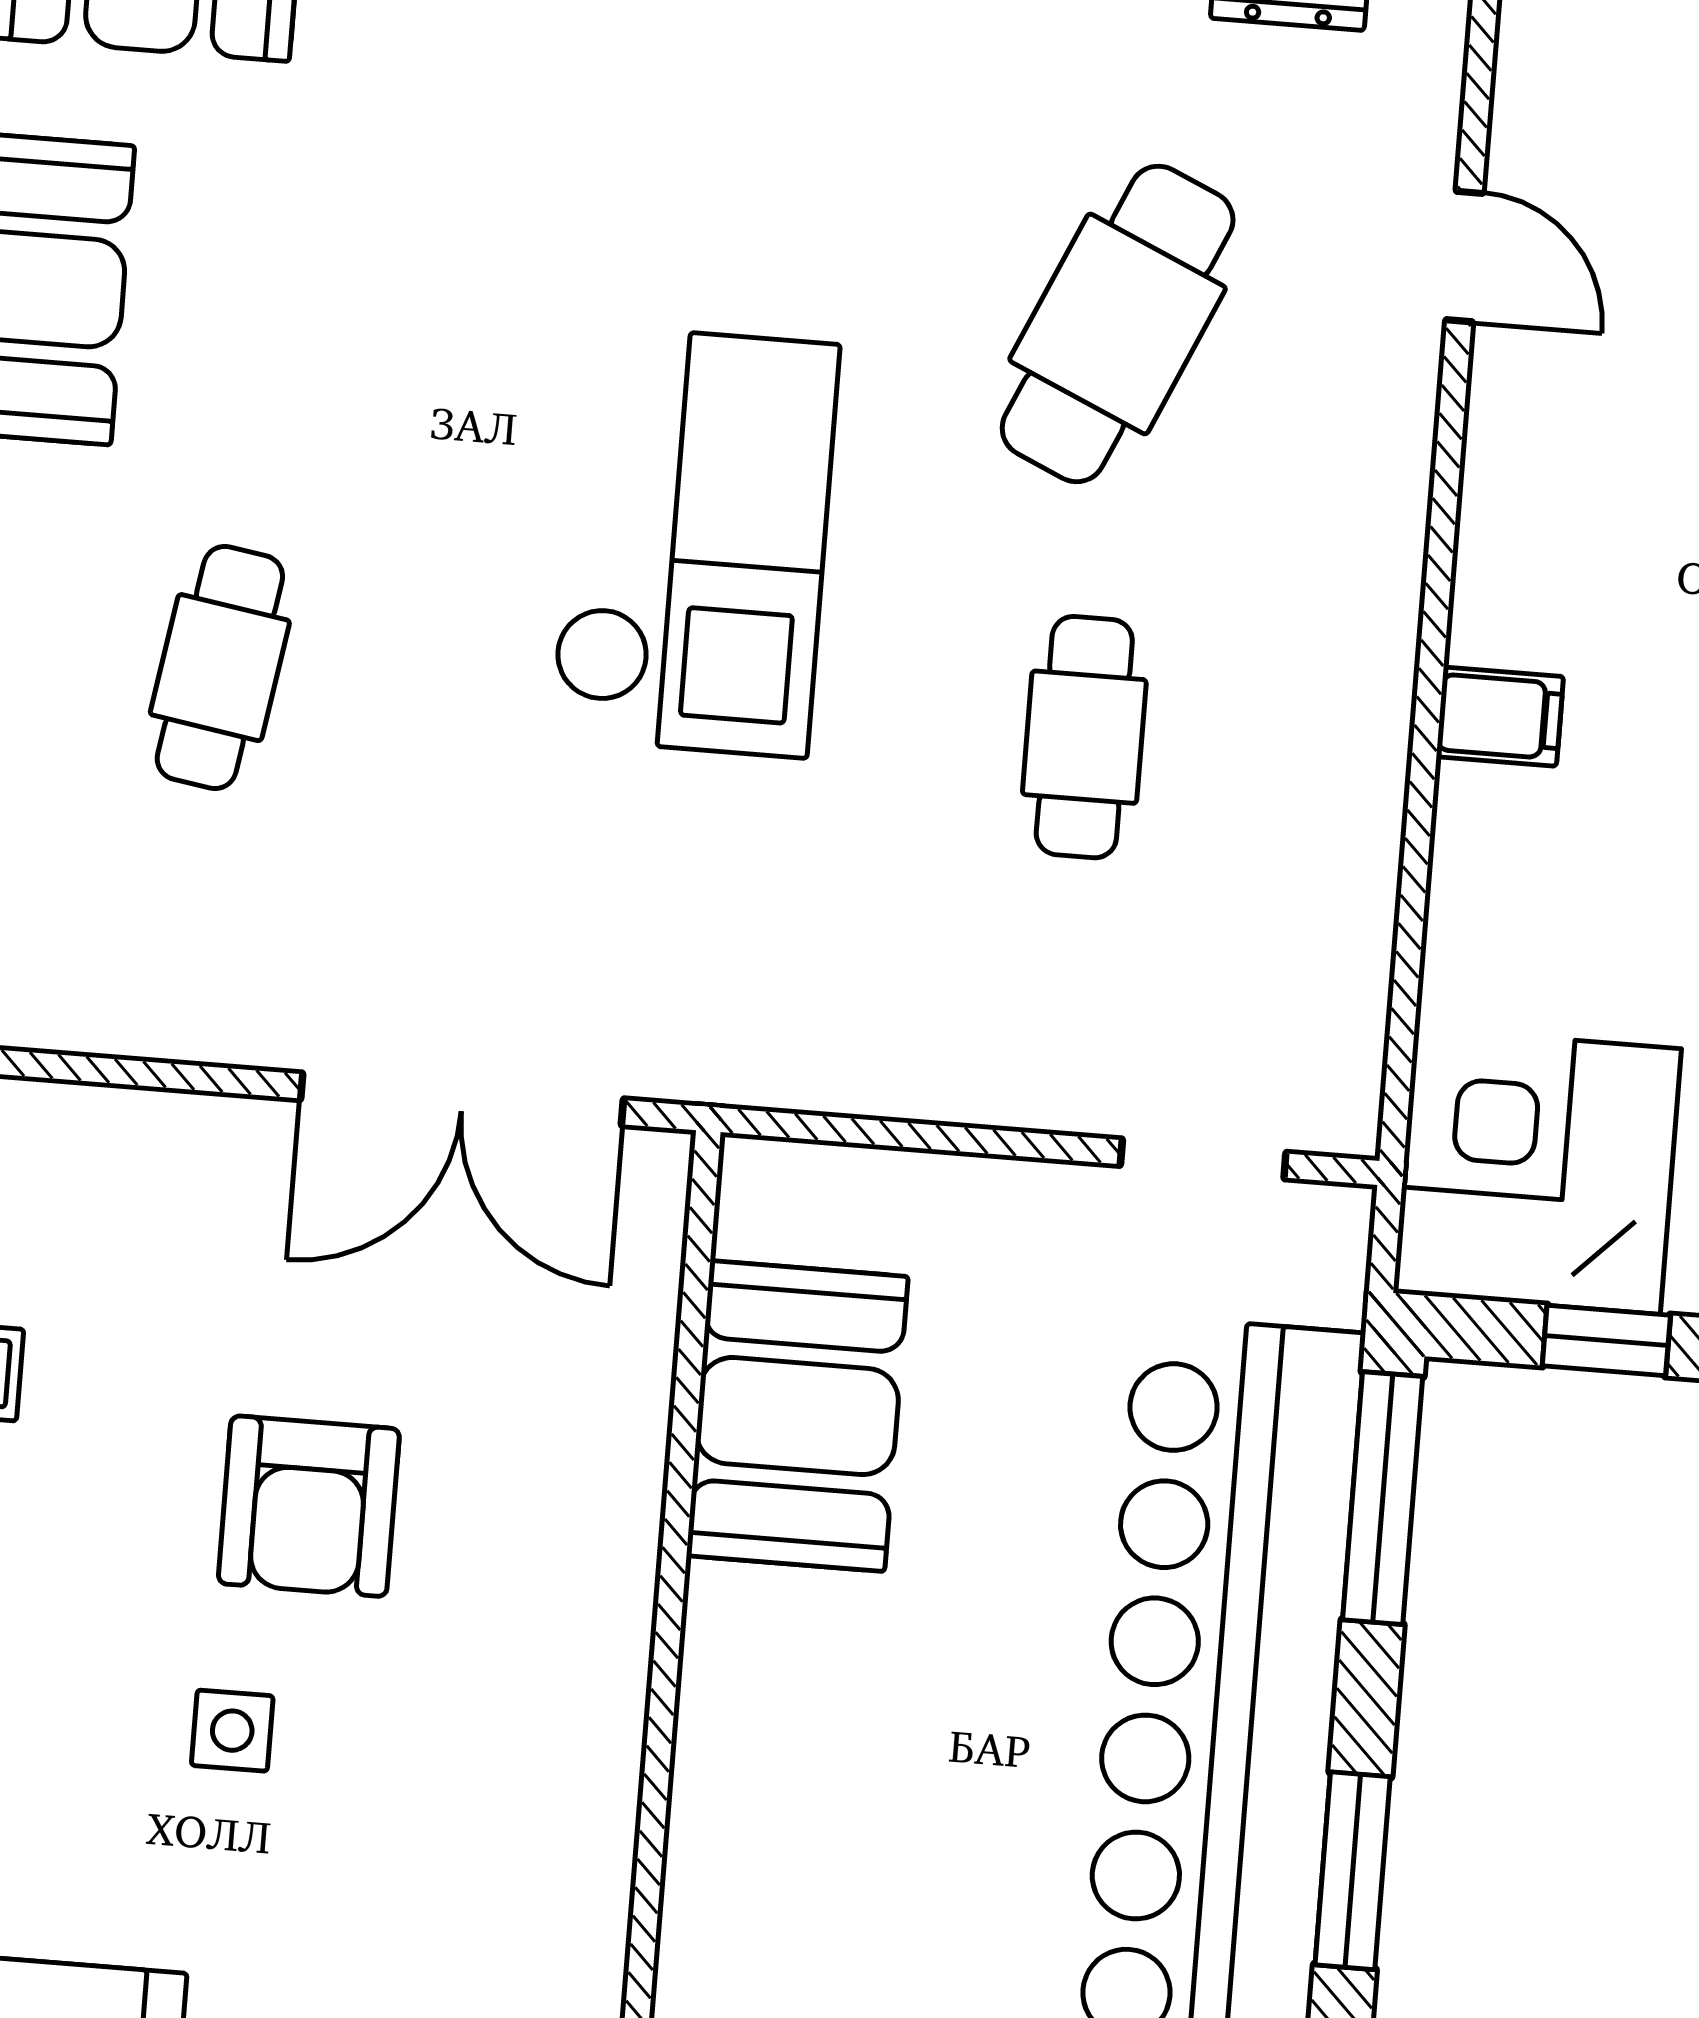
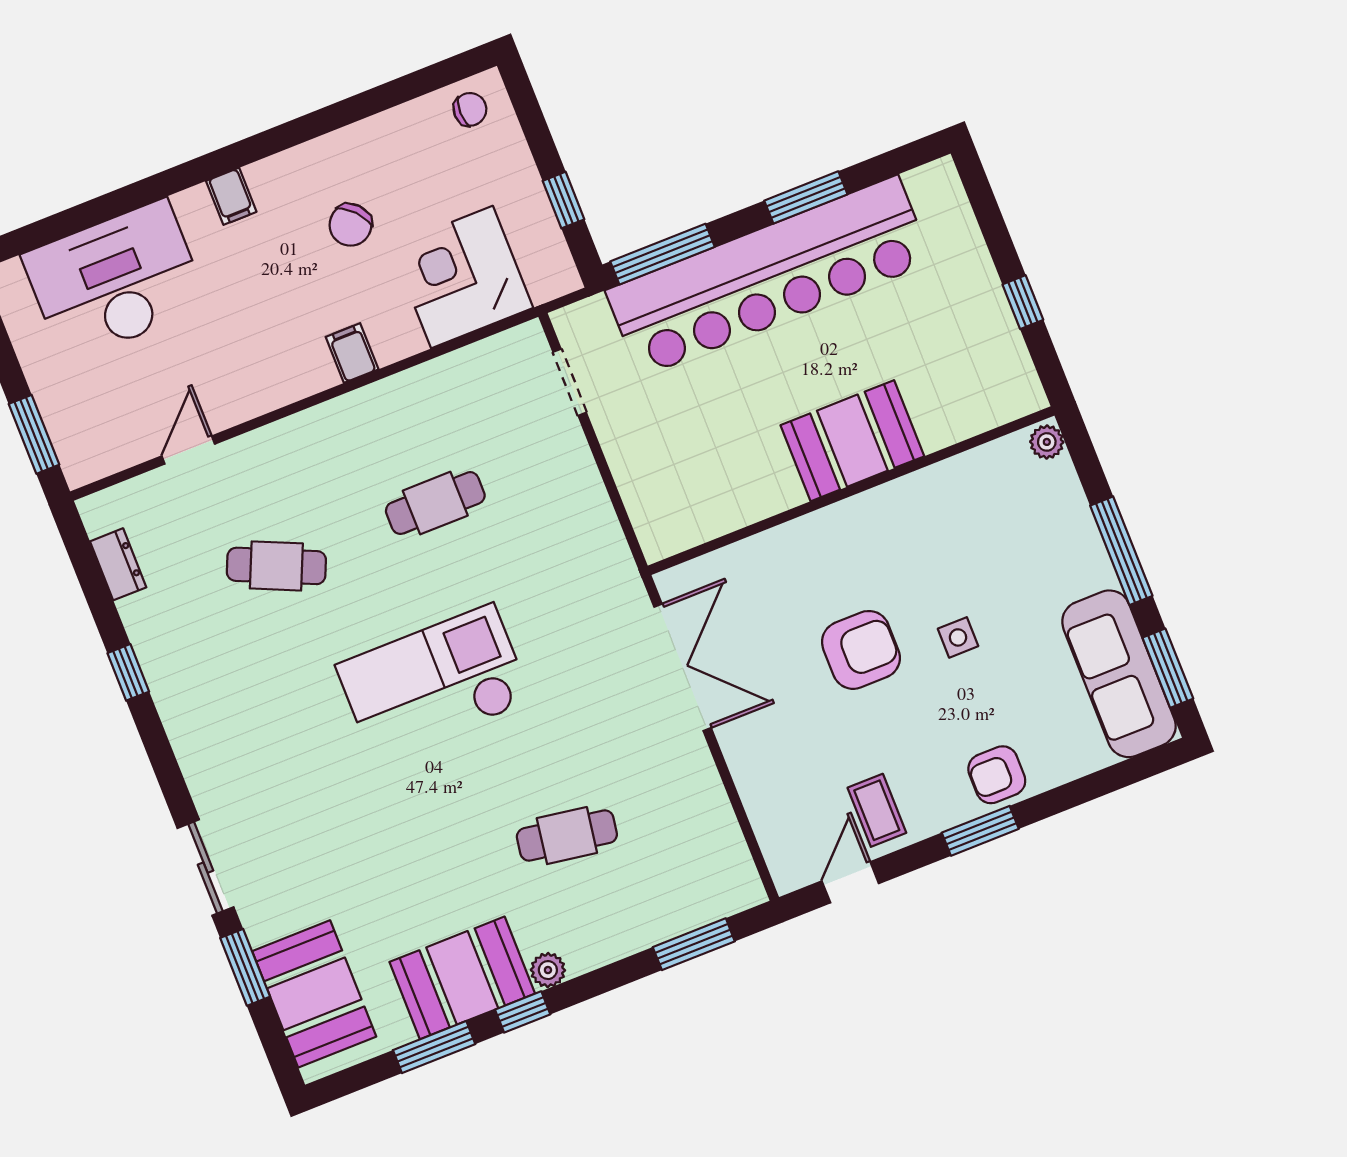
cafe table: (1118, 324) -> (276, 566), width x0.73, depth x0.74
corner desk: (1538, 1171) -> (462, 277), moved, turned 90
booth: (797, 1416) -> (852, 441), moved

